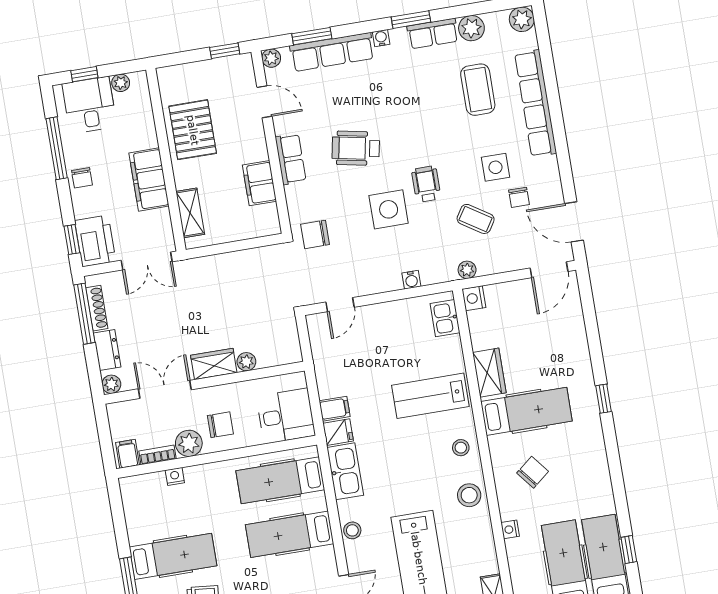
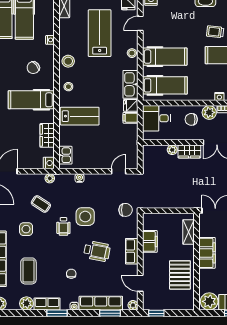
plant: (121, 83) -> (209, 301), width x1.87, depth x1.87
chair: (519, 197) -> (71, 274), moved
wardrobe: (489, 373) -> (47, 135), moved

